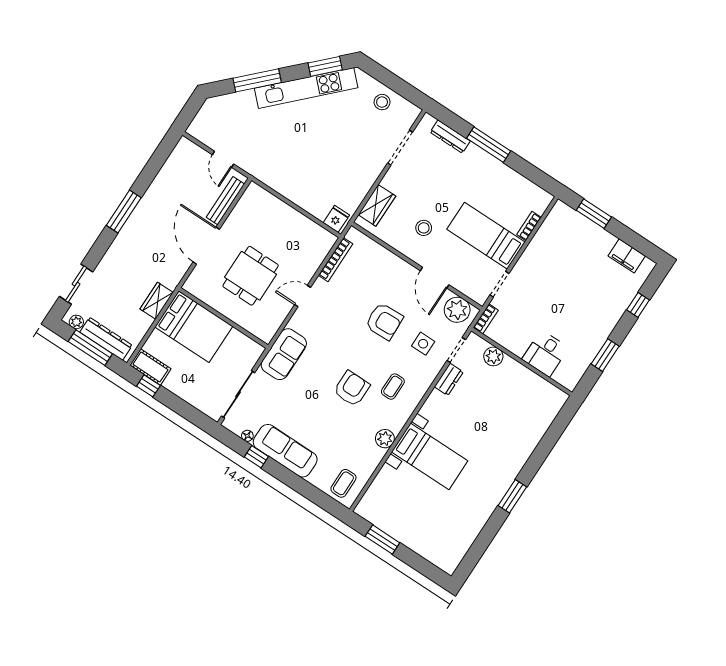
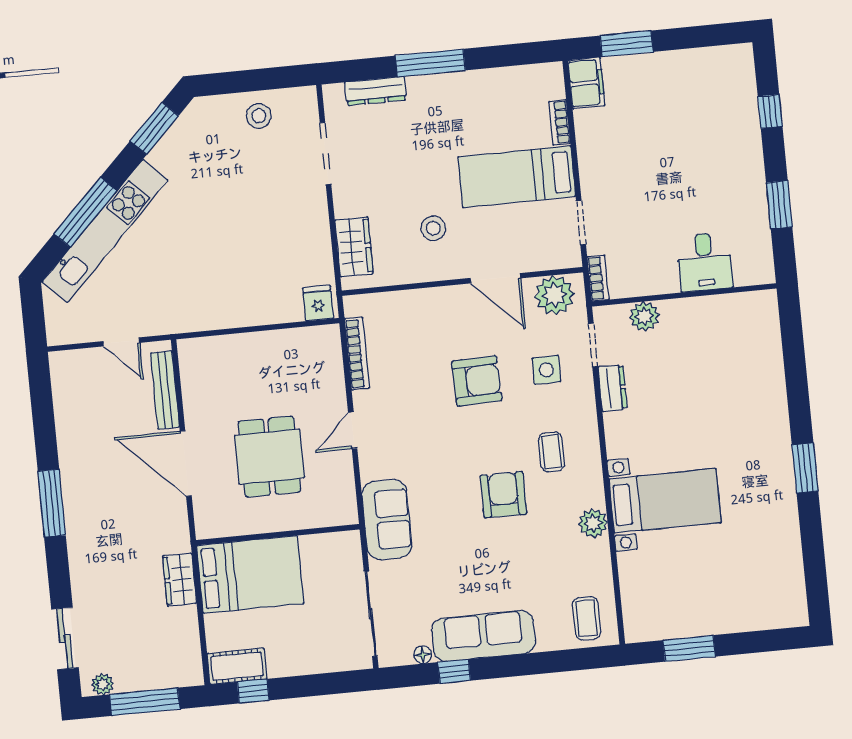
kitchen unit: (306, 88) -> (105, 231), moved
filing cabinet: (627, 256) -> (586, 83), moved, turned -90
dresser: (106, 339) -> (155, 676), removed

